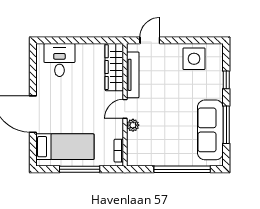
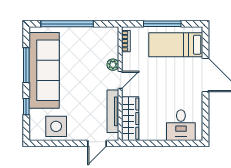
sofa: (210, 130) -> (44, 70), width x1.36, depth x1.27

